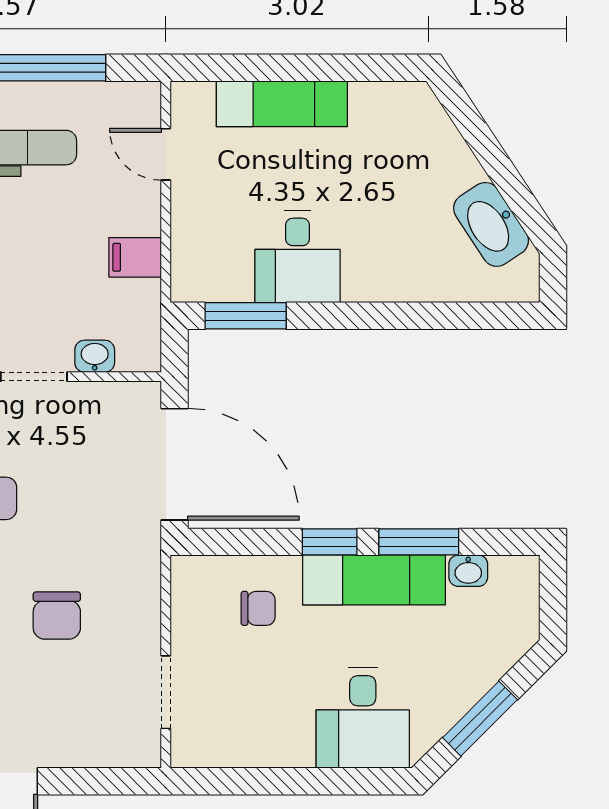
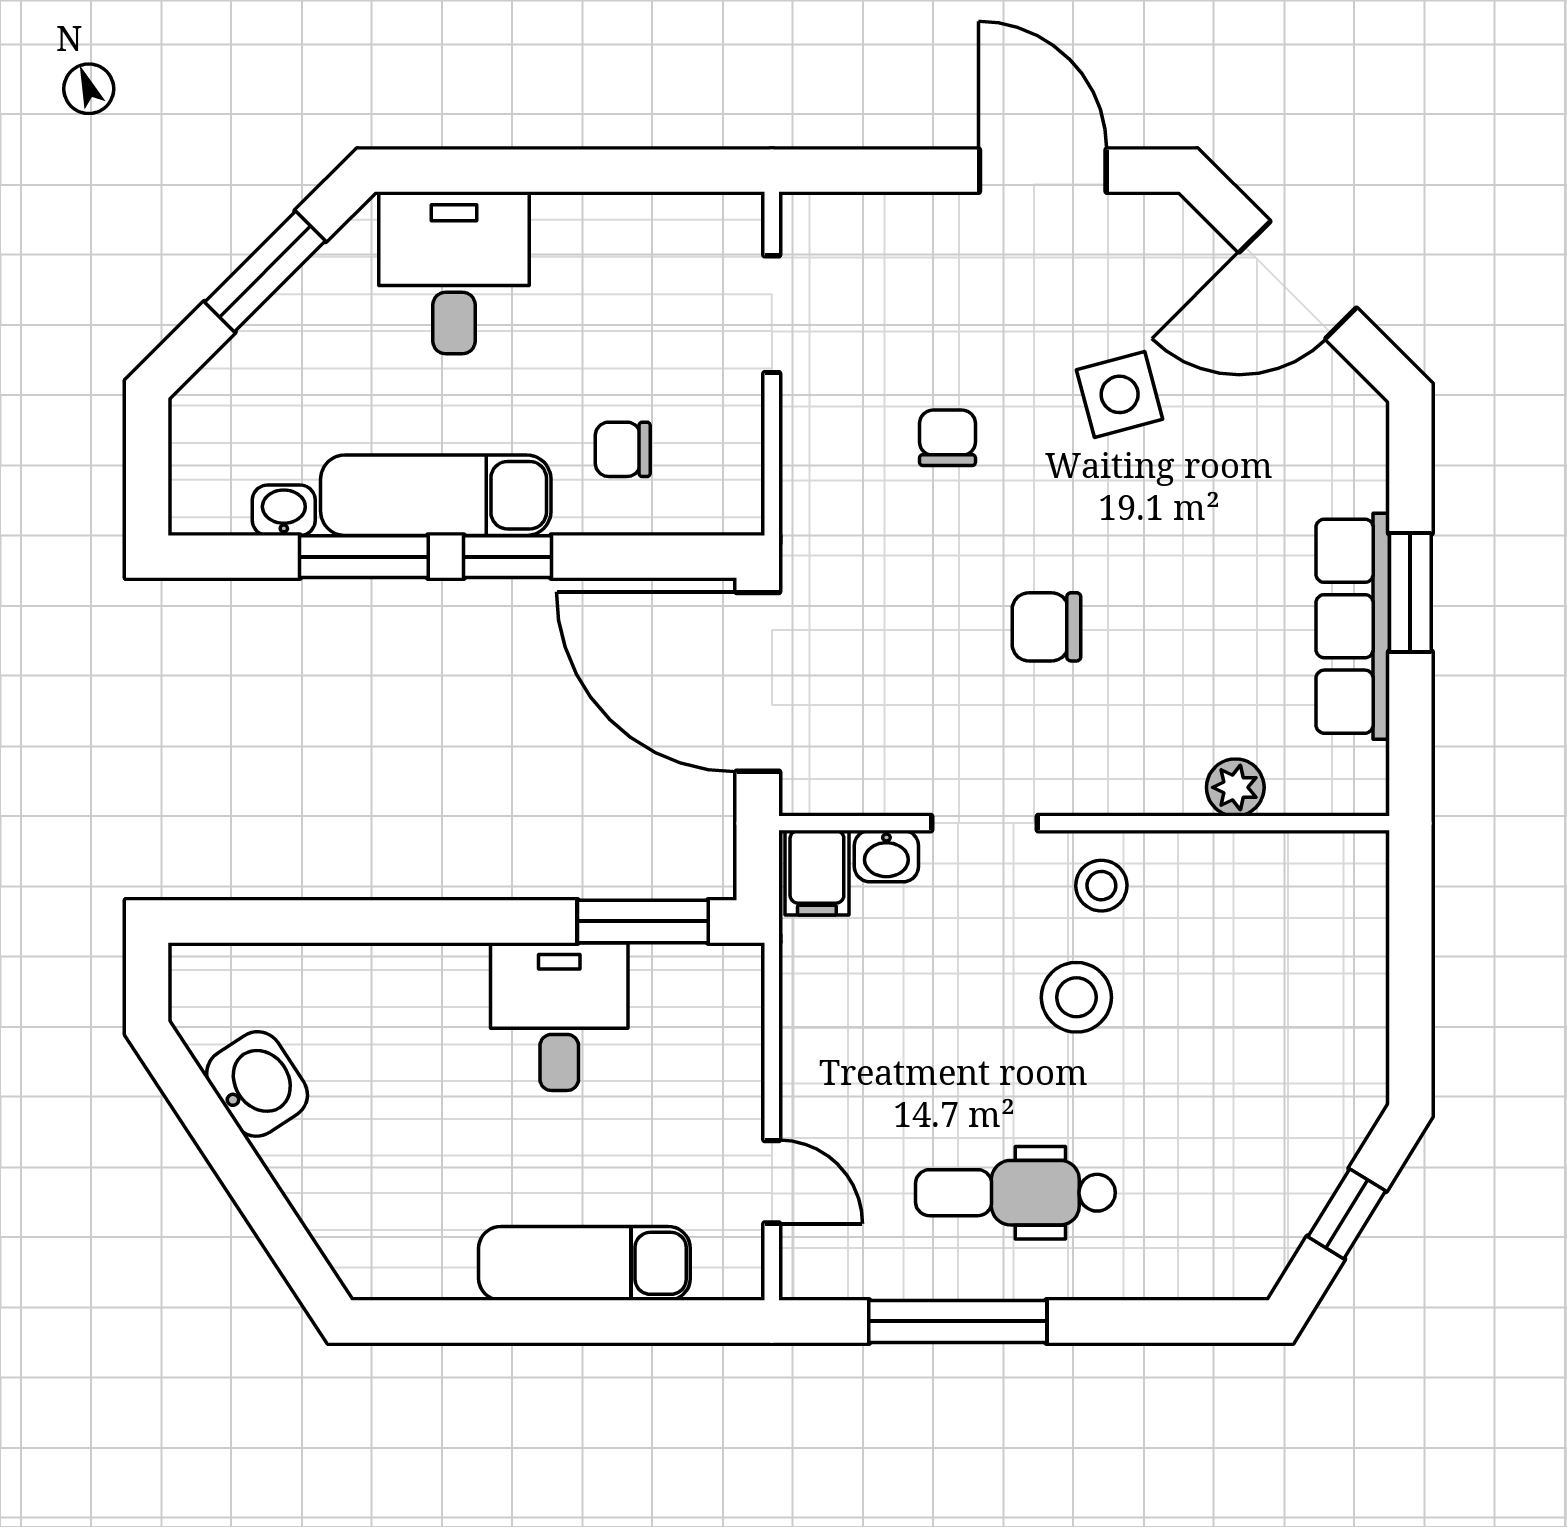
washbasin: (491, 224) -> (257, 1084), width x0.72
filing cabinet: (135, 257) -> (817, 873), moved, turned 90
chair: (57, 616) -> (947, 438), width x0.73, depth x0.73

